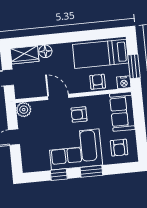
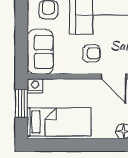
armchair: (98, 82) -> (66, 90), removed

